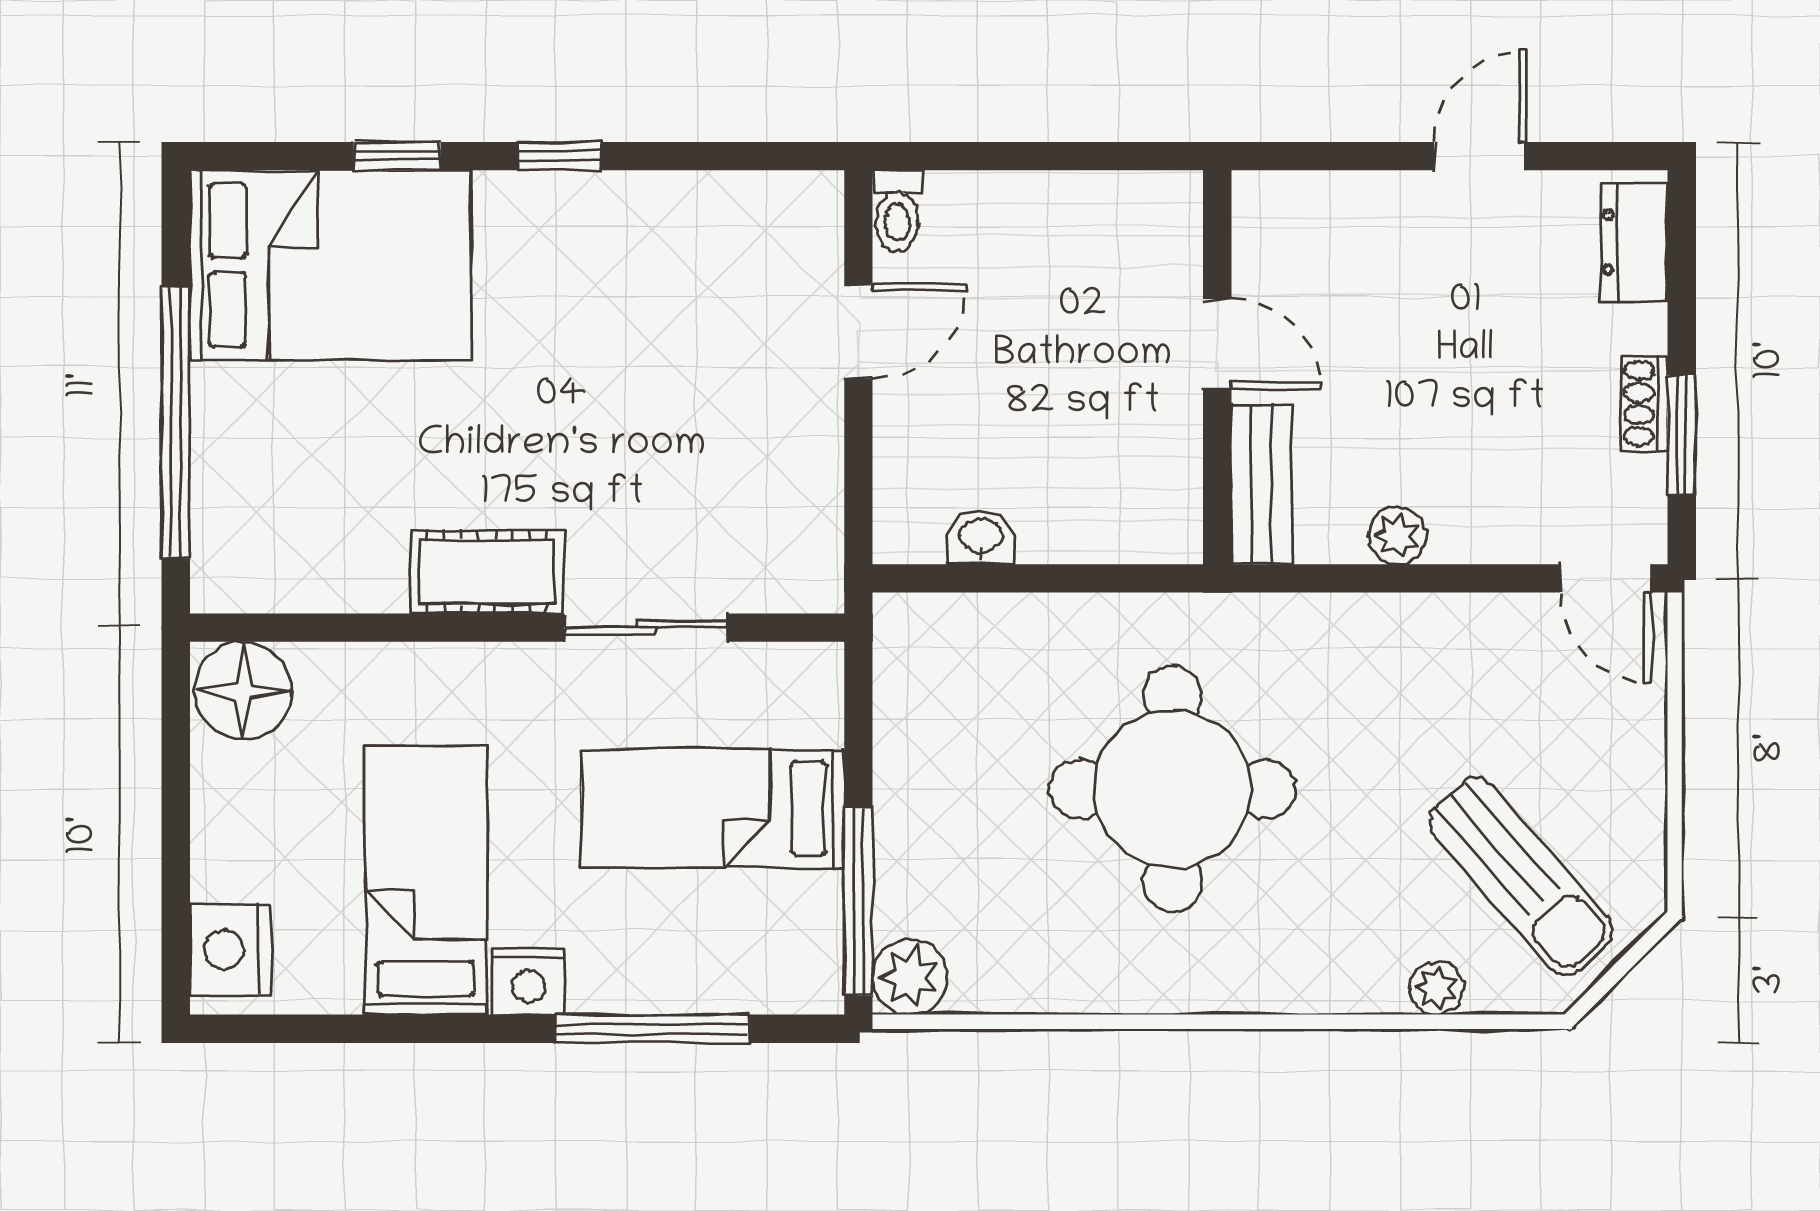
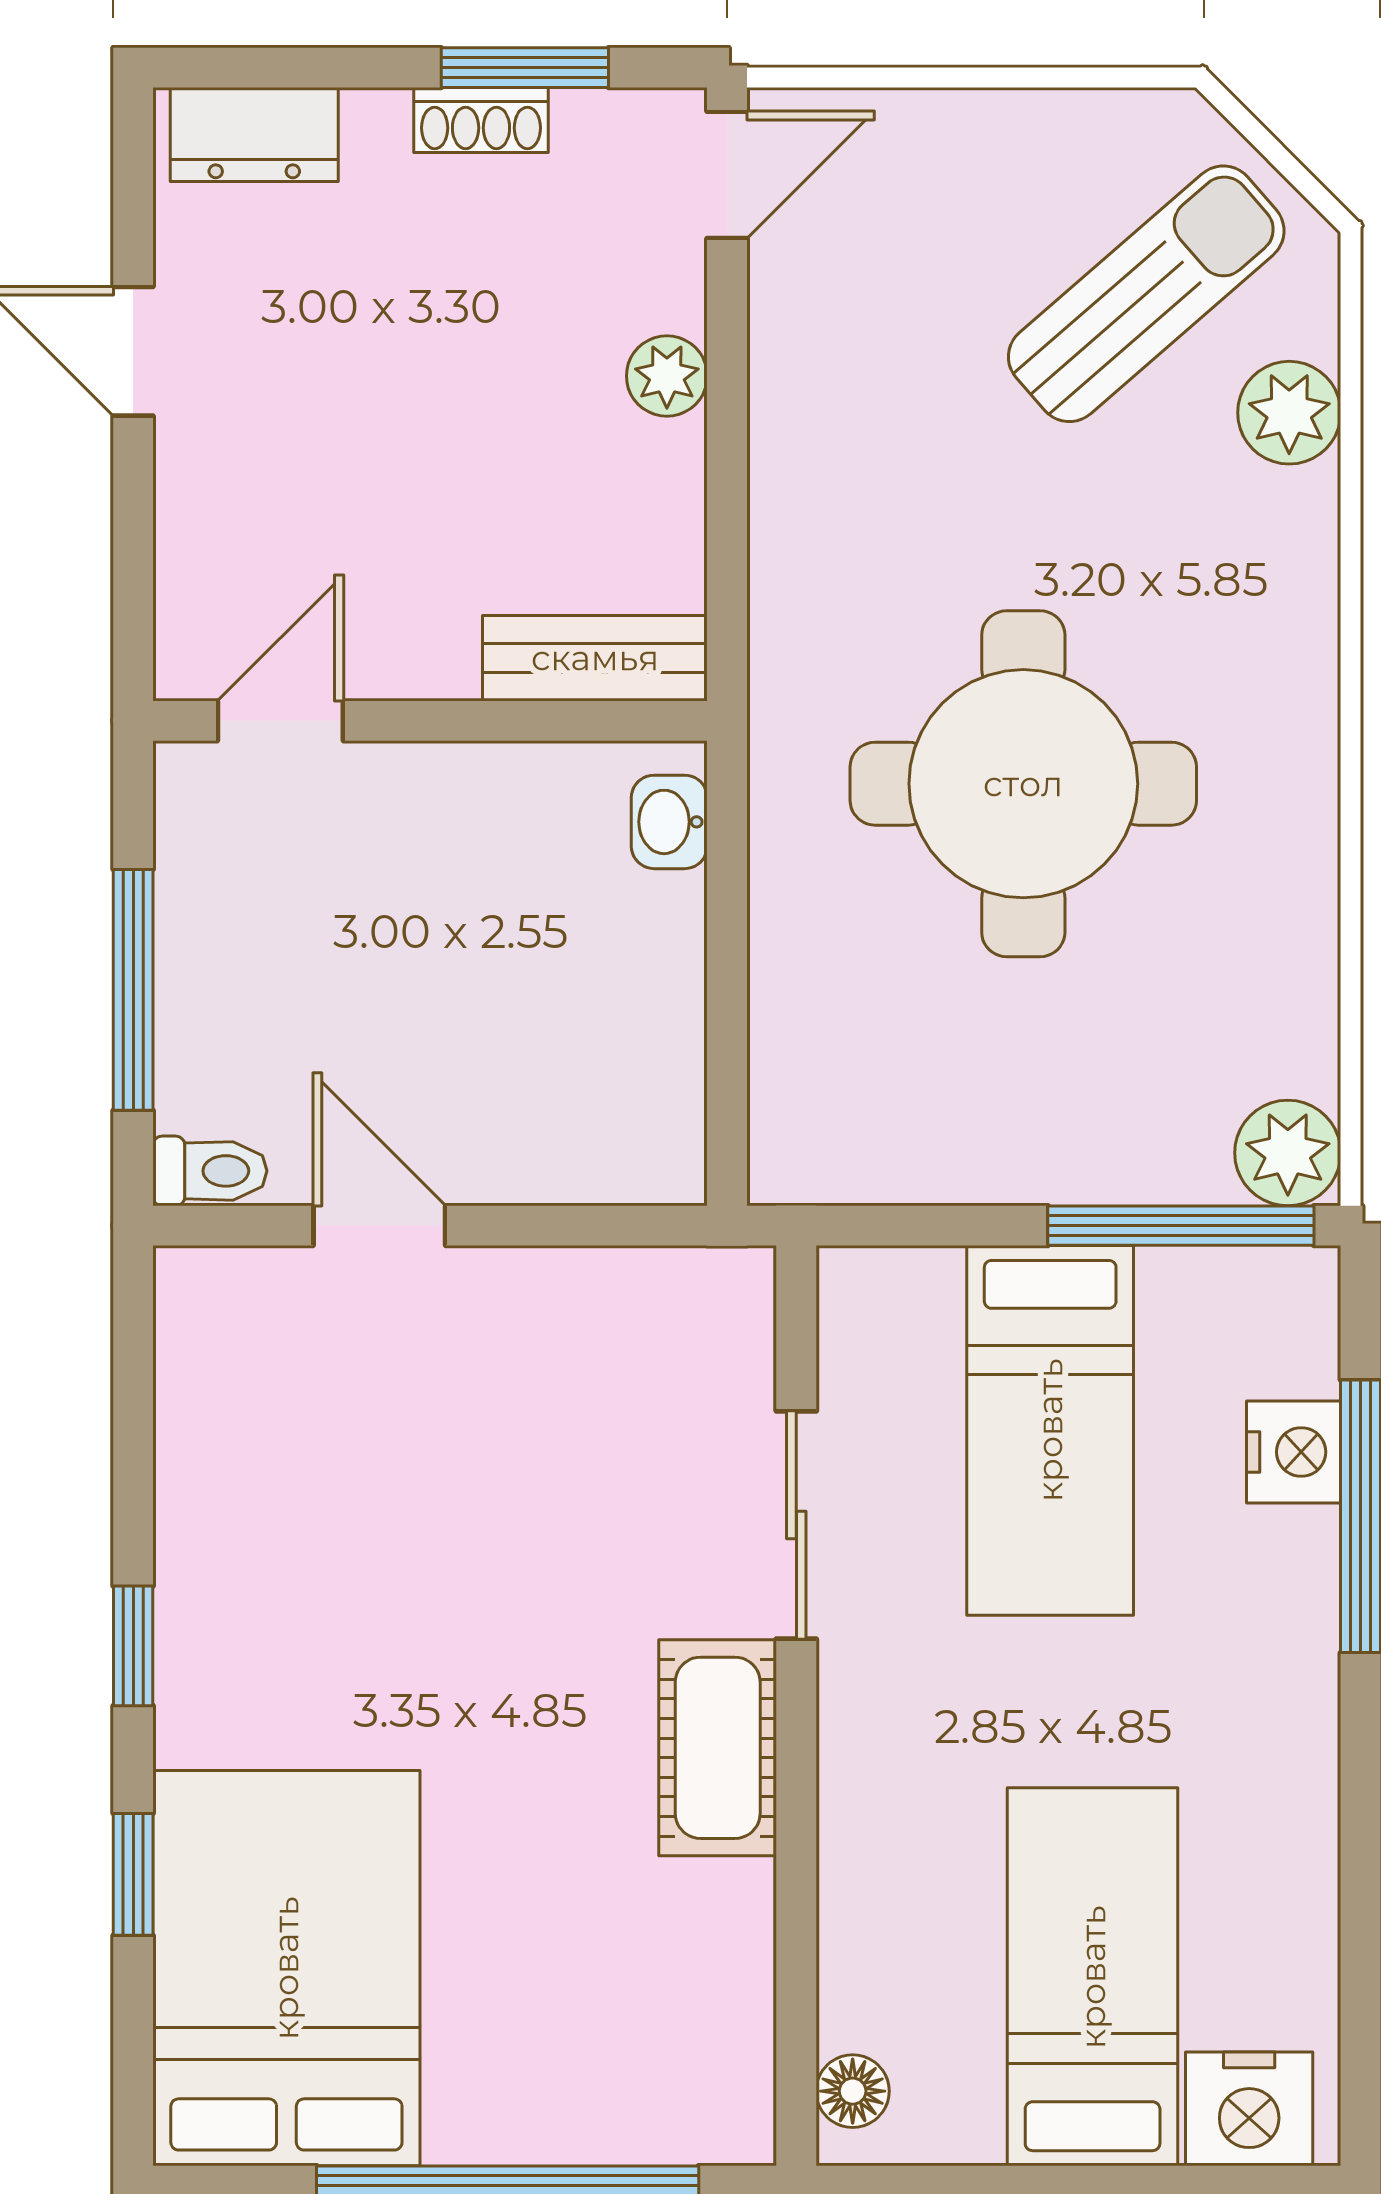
window: (1026, 156) -> (133, 990), added
door: (1217, 344) -> (280, 721), moved
plant: (1397, 536) -> (667, 376), moved
washbasin: (981, 537) -> (669, 822), moved
floor lamp: (243, 691) -> (853, 2091), width x0.53, depth x0.53
bed: (426, 880) -> (1093, 1977), moved, turned 90
nightstand: (528, 981) -> (1294, 1452), moved
plant: (1436, 988) -> (1289, 413), width x1.38, depth x1.38

